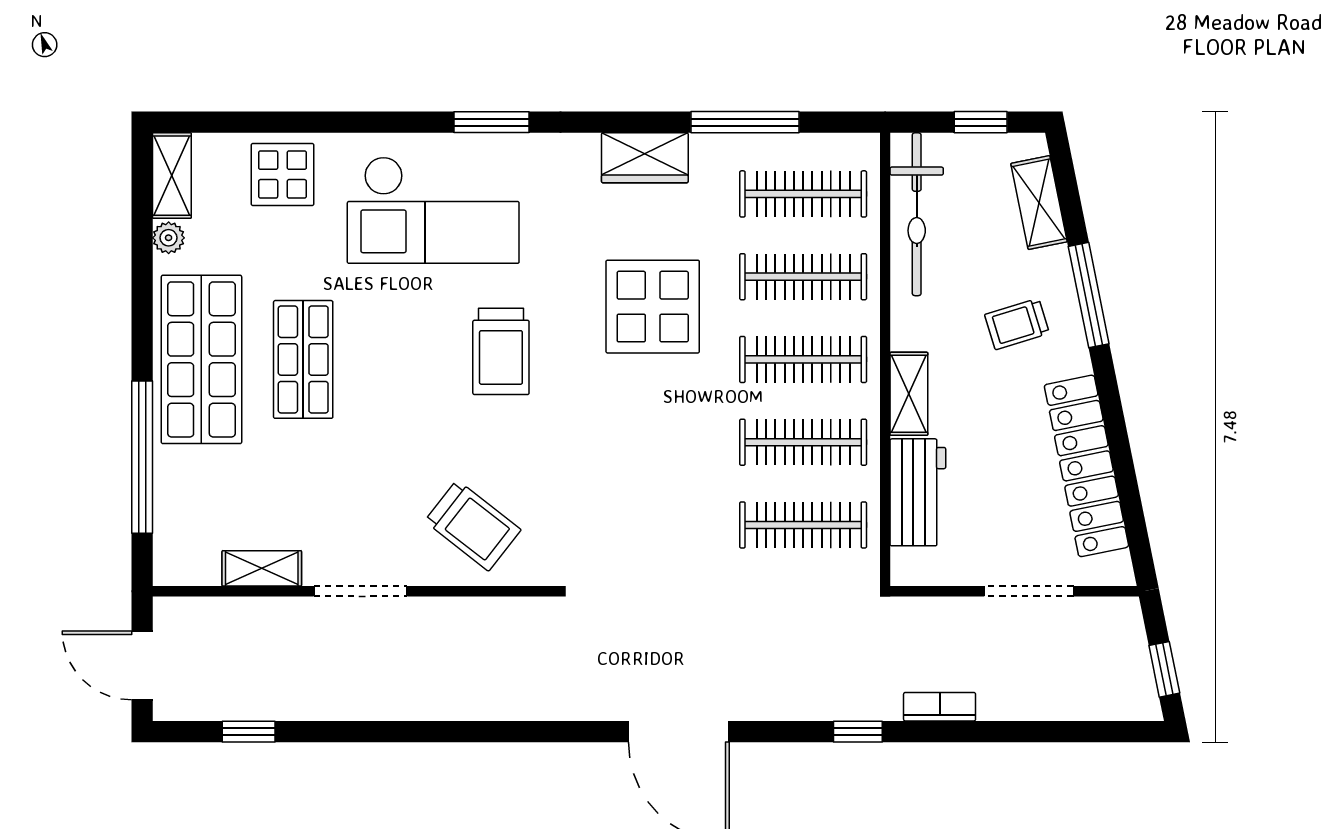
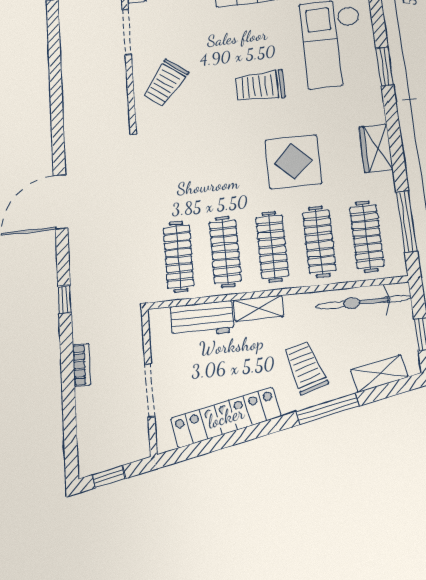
window: (745, 122) -> (407, 221), moved
trolley: (1017, 324) -> (306, 367), width x1.36, depth x1.39
bookcase: (940, 707) -> (82, 365), moved

